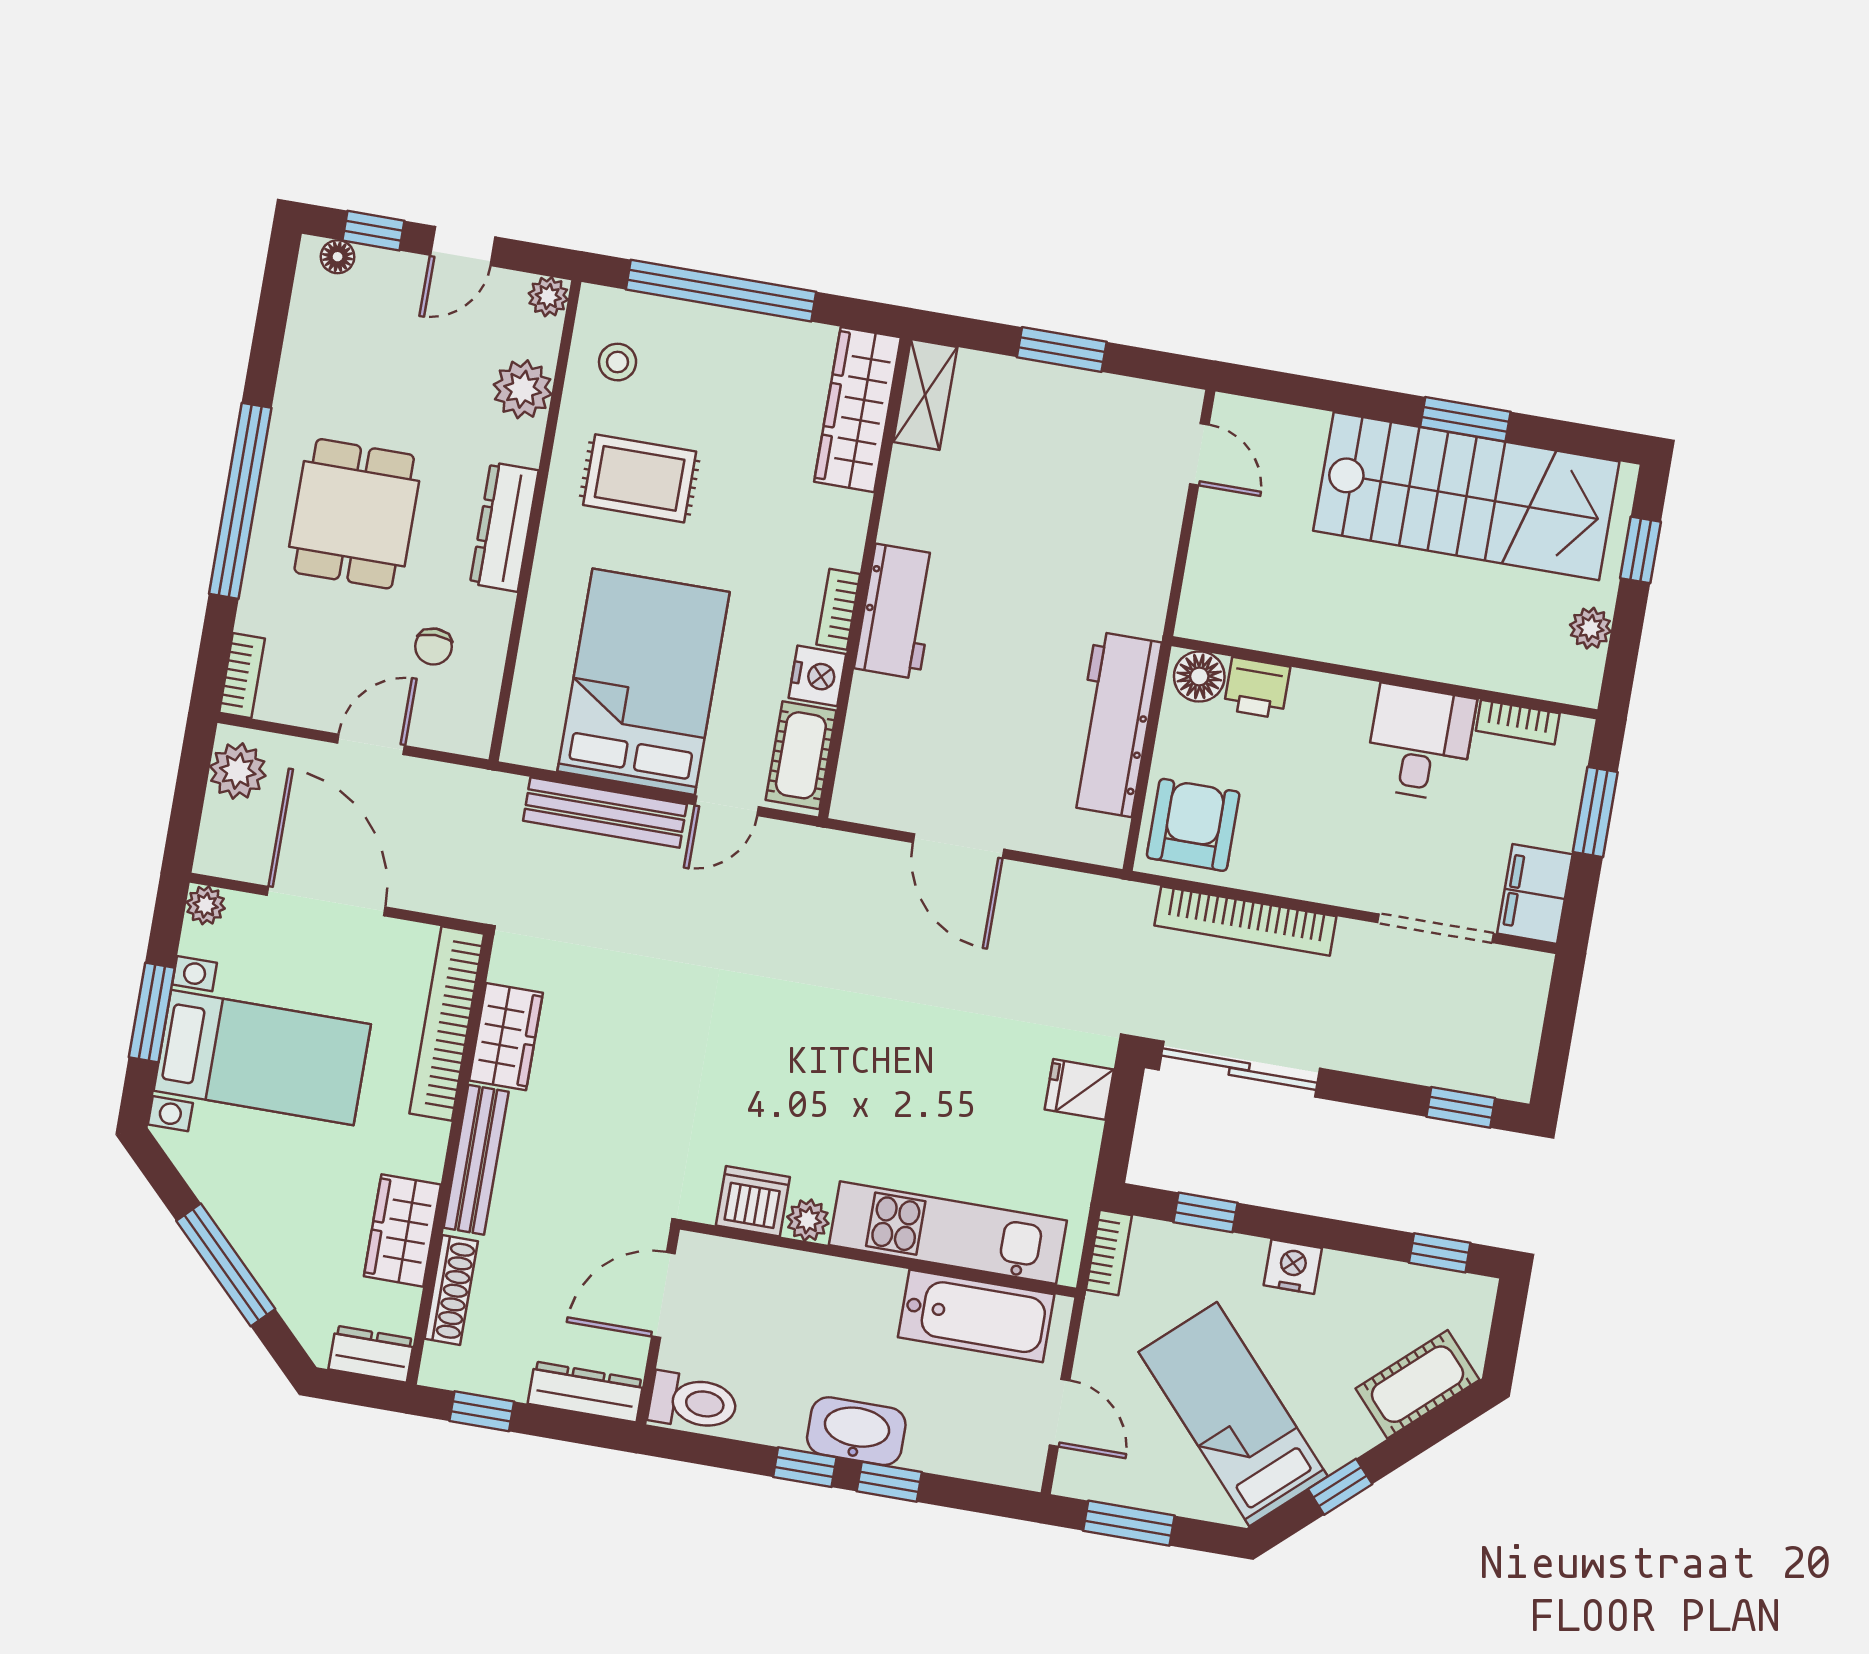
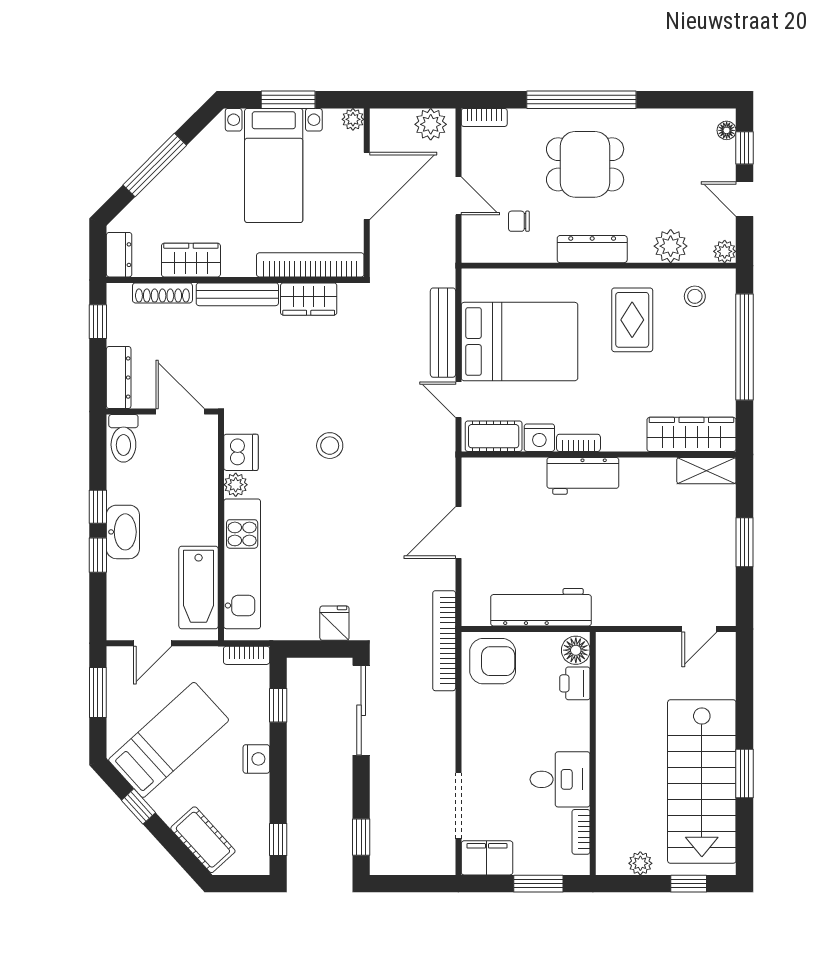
bookcase: (1245, 921) -> (444, 641), moved
stool: (768, 1044) -> (330, 446), added

